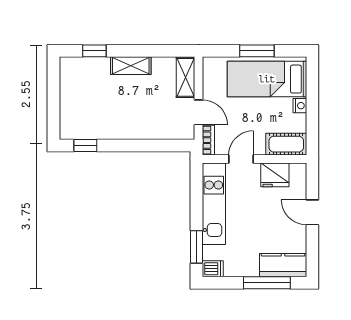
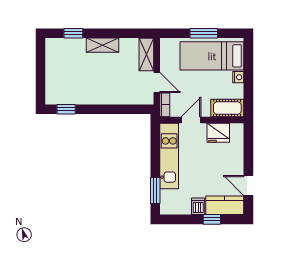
door: (312, 212) -> (248, 185), moved
dishwasher: (213, 269) -> (198, 206), moved, turned -90
window: (267, 283) -> (212, 219), width x0.46

